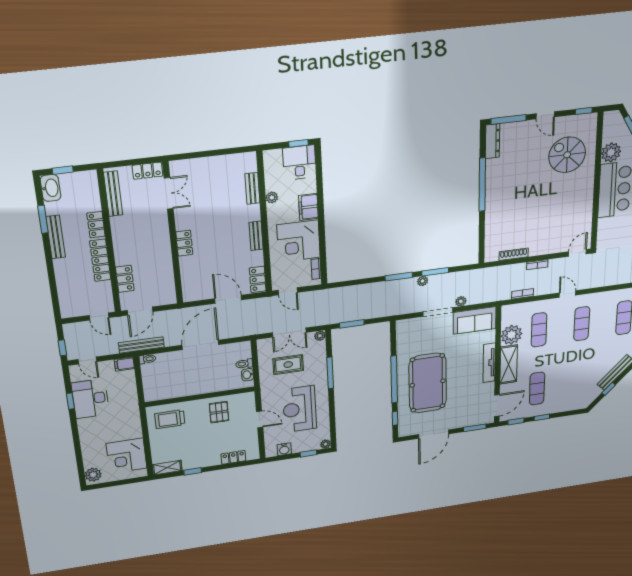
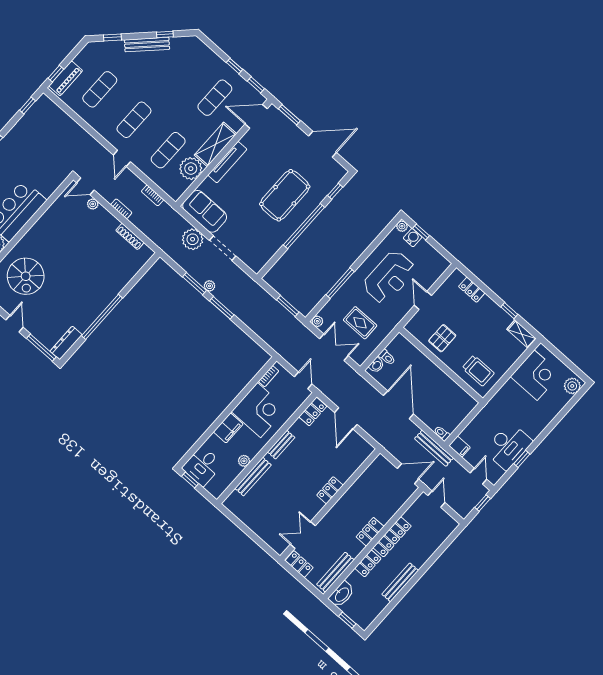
washbasin: (51, 188) -> (342, 594), moved, turned 180
bench: (252, 188) -> (253, 477), width x1.36
window: (43, 219) -> (394, 602), removed
plant: (561, 248) -> (93, 204), added
locker: (125, 279) -> (370, 532), moved
plant: (461, 301) -> (193, 239), width x1.88, depth x1.88
door: (200, 345) -> (398, 405), swing flipped
washbasin: (248, 375) -> (376, 365), moved
pool table: (428, 383) -> (285, 195), width x0.73, depth x0.76
water cooler: (284, 449) -> (413, 238), moved

